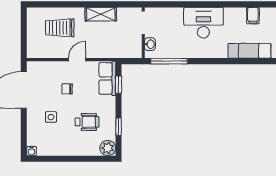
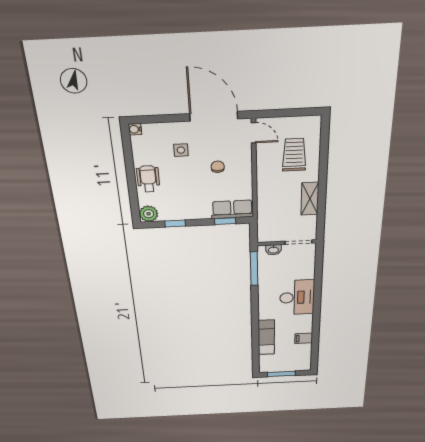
door: (77, 60) -> (254, 133), moved
wheelchair: (87, 122) -> (148, 179), moved, turned 180

